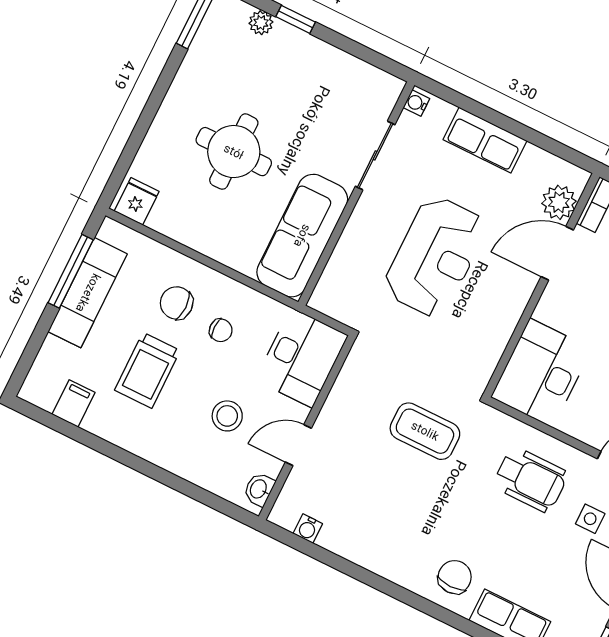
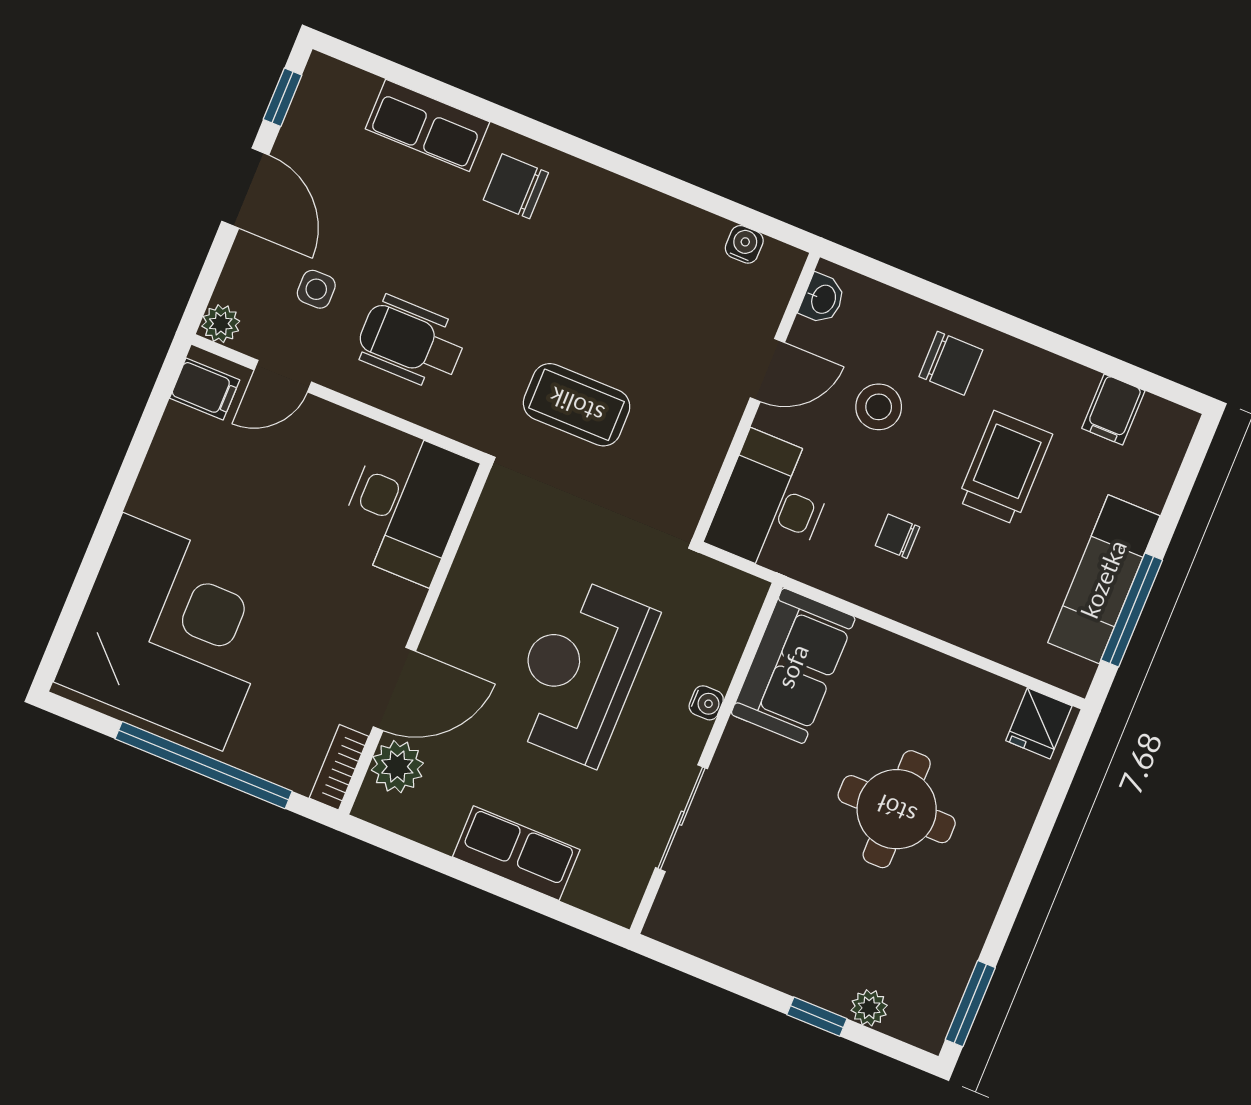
water cooler: (416, 103) -> (706, 703), moved
sofa: (302, 236) -> (793, 666), width x0.73
chair: (177, 303) -> (951, 363), moved
chair: (455, 577) -> (516, 186), turned 90

